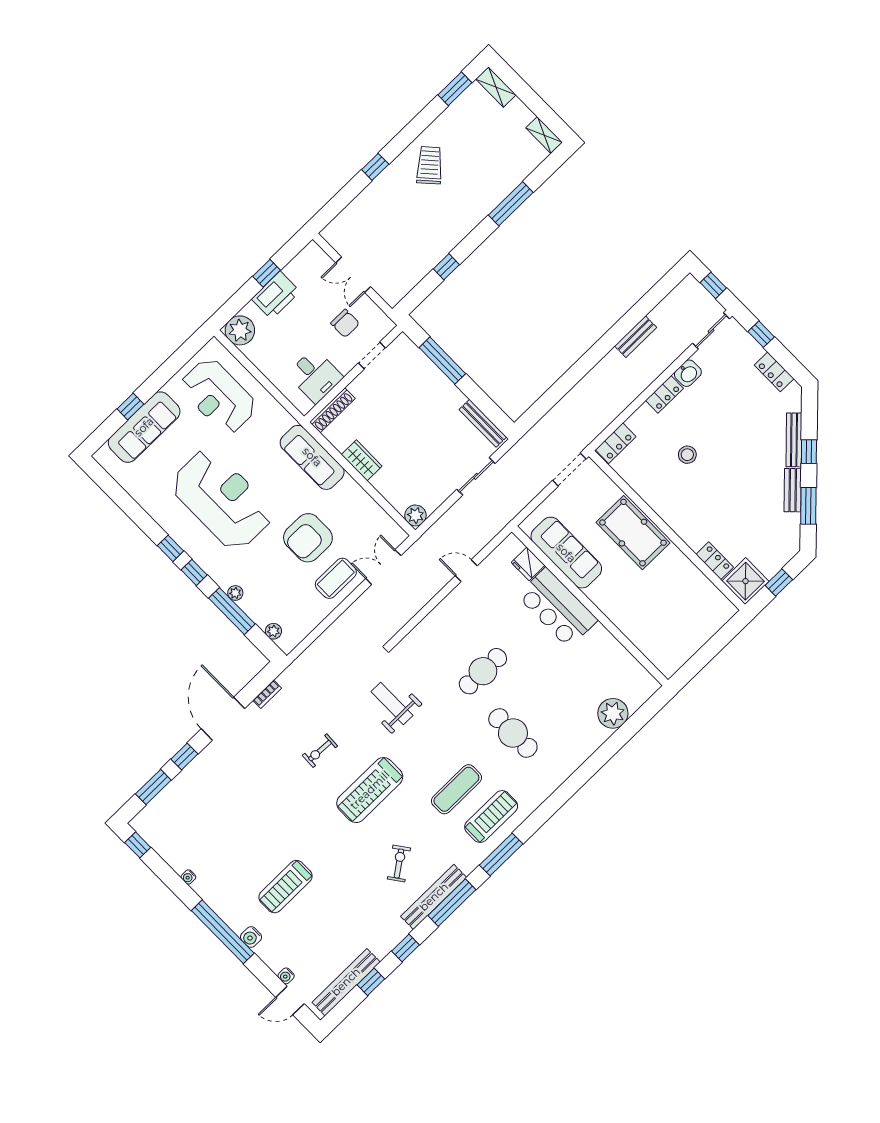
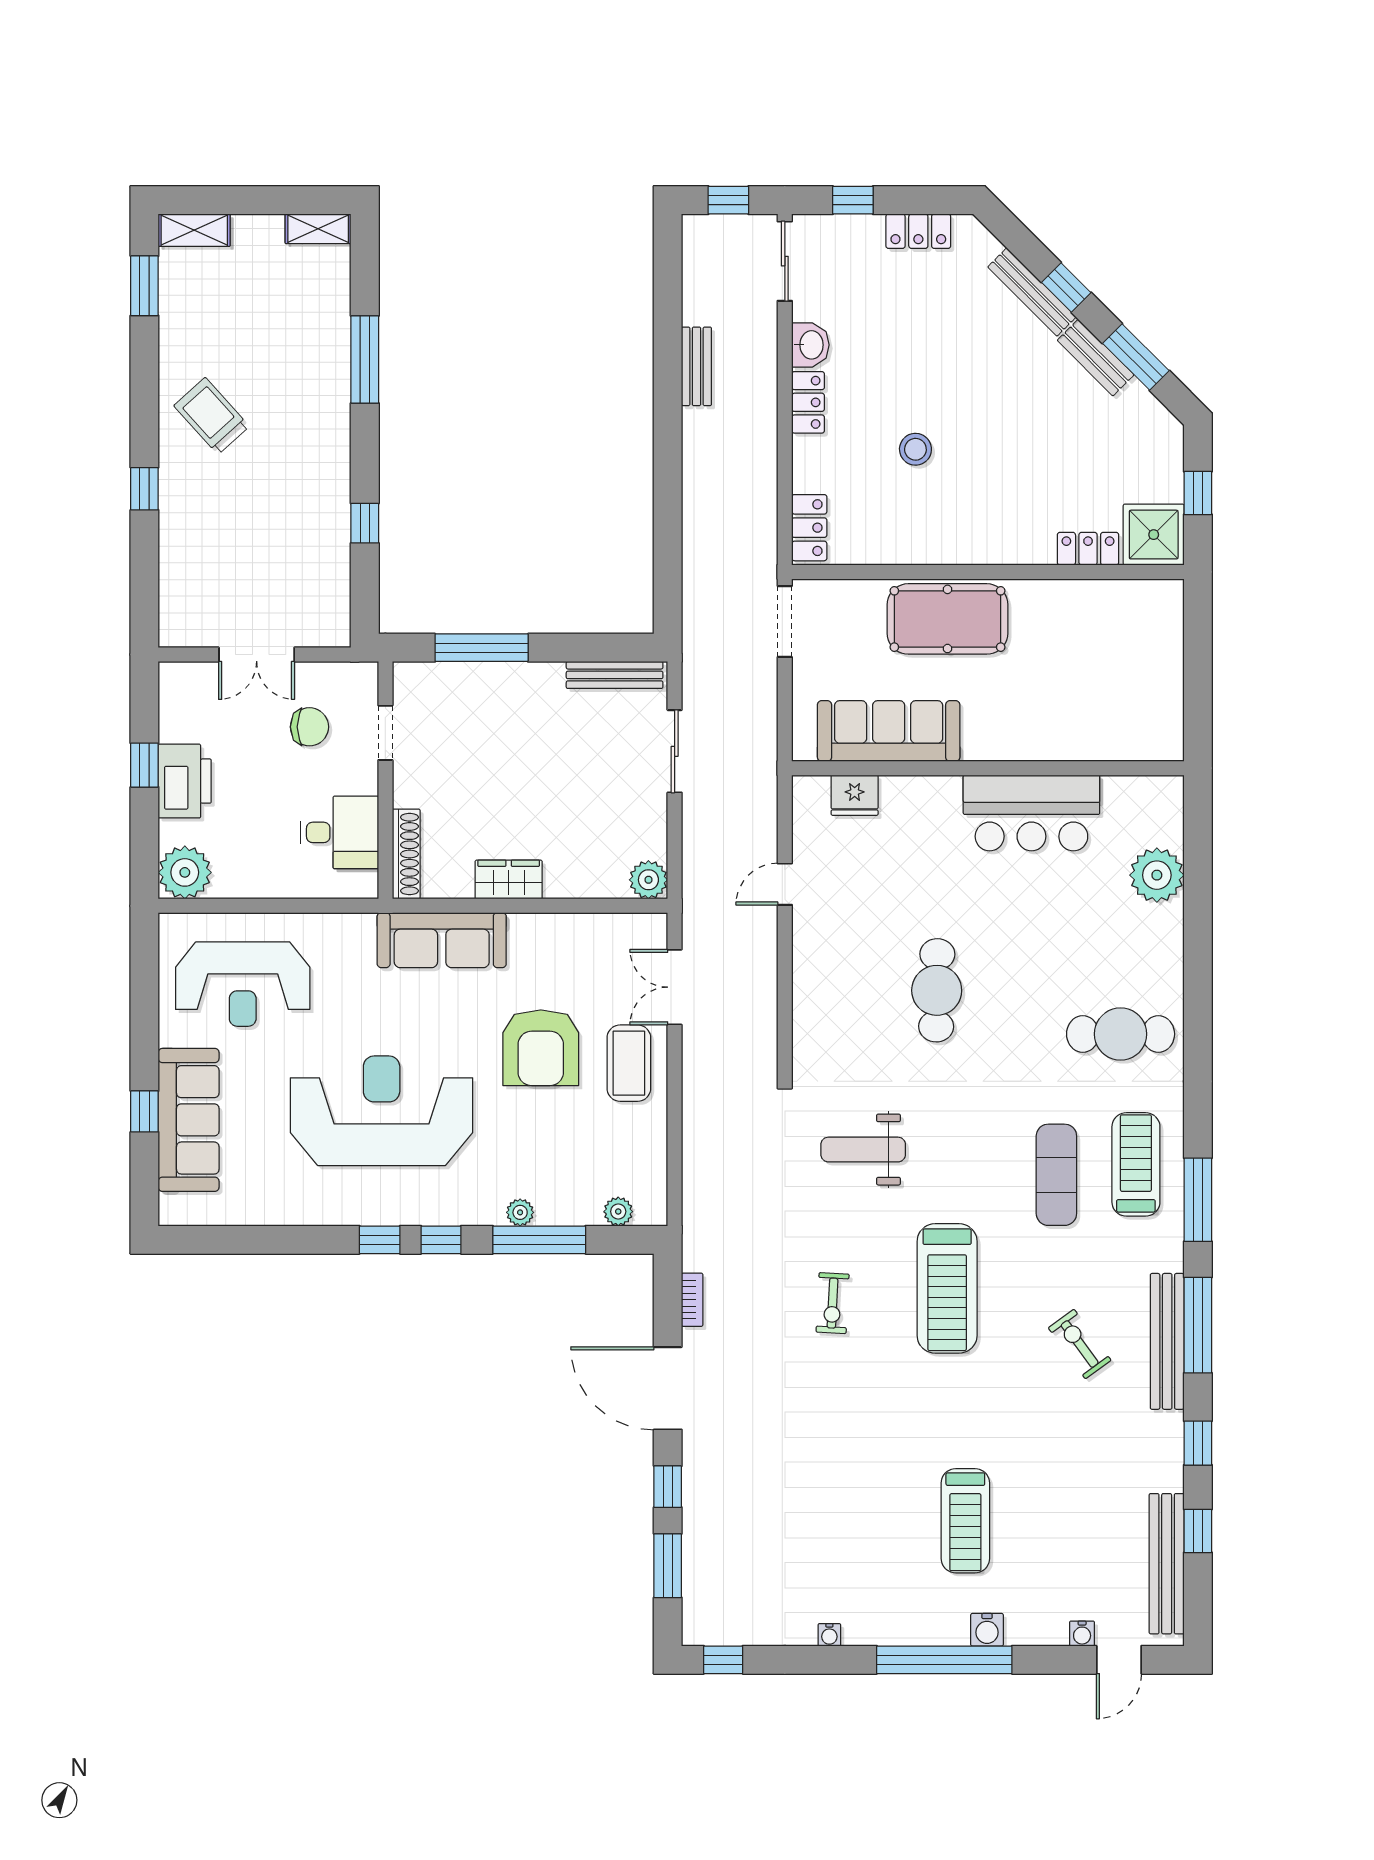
bar counter: (557, 608) -> (1031, 813), moved
cafe table: (513, 733) -> (1121, 1034), moved

